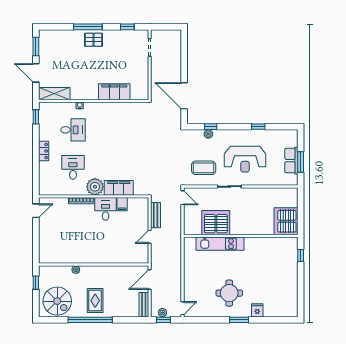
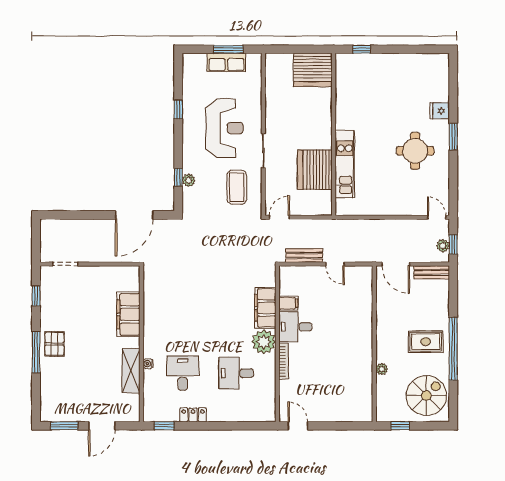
shelving: (54, 94) -> (131, 371), moved
locker: (44, 151) -> (193, 415), moved

